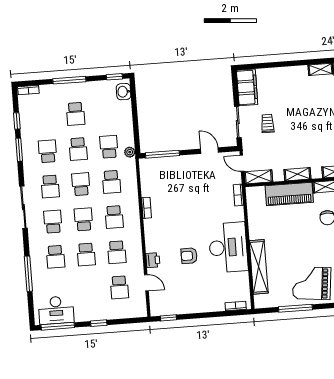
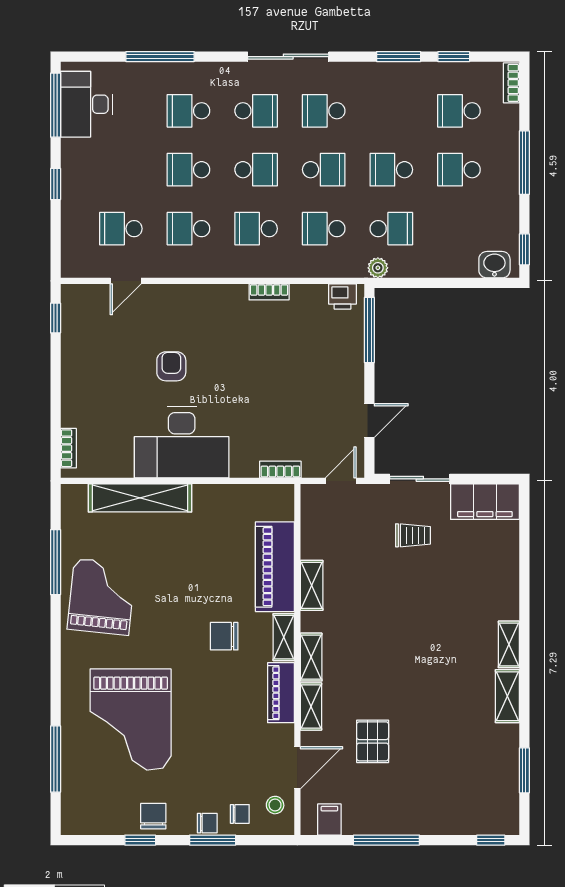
school desk: (48, 151) -> (459, 111), moved, turned 180
shelving: (258, 177) -> (312, 510), removed
printer: (153, 260) -> (342, 296), moved

